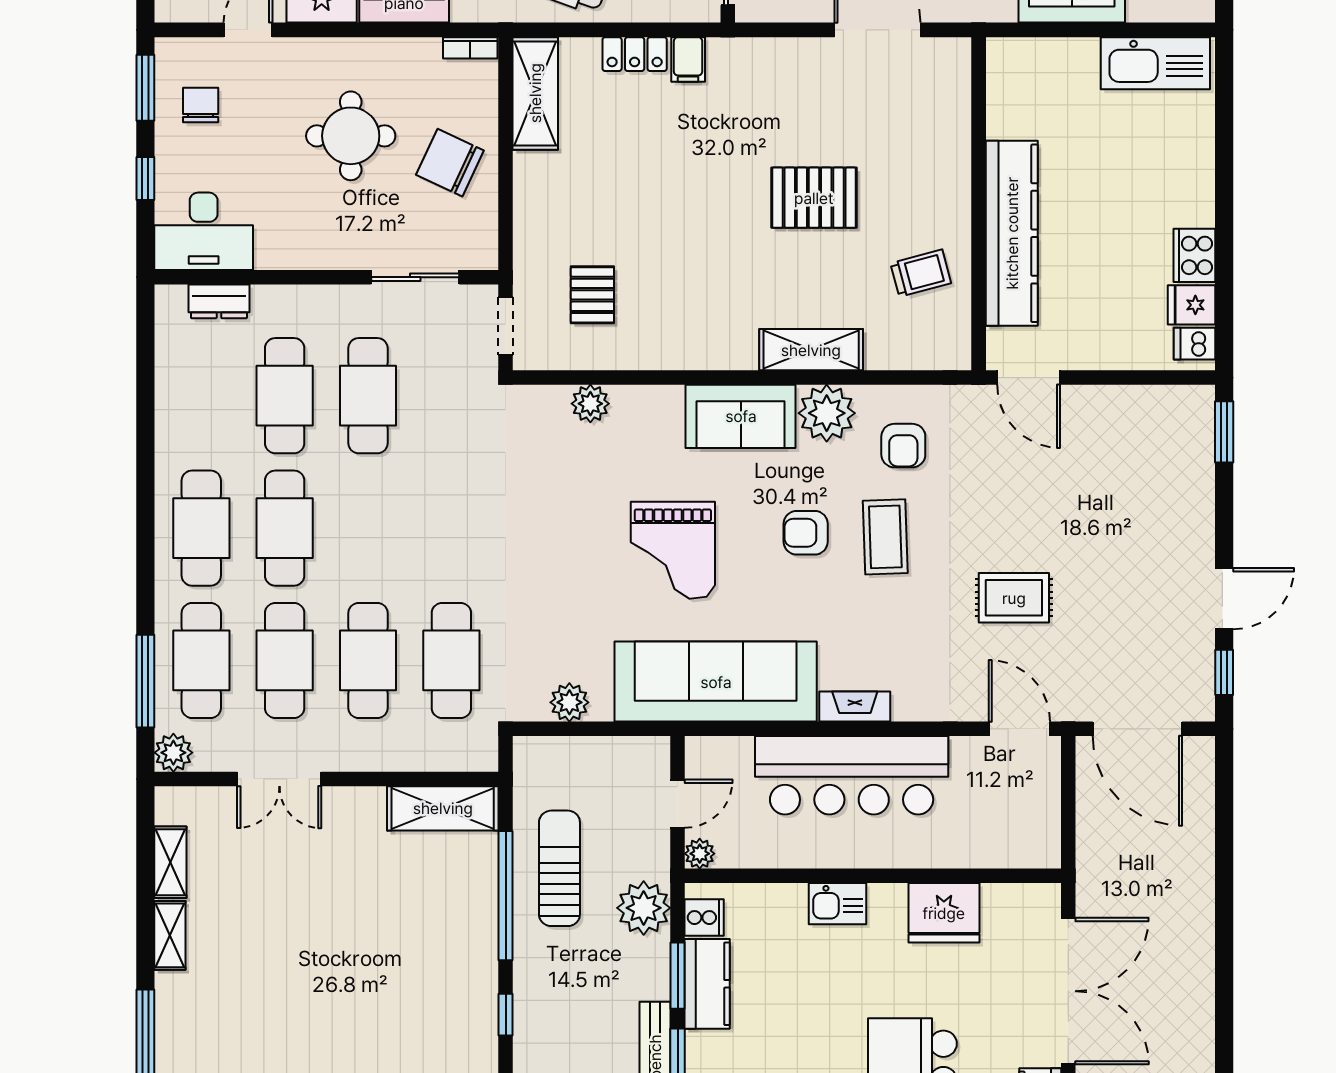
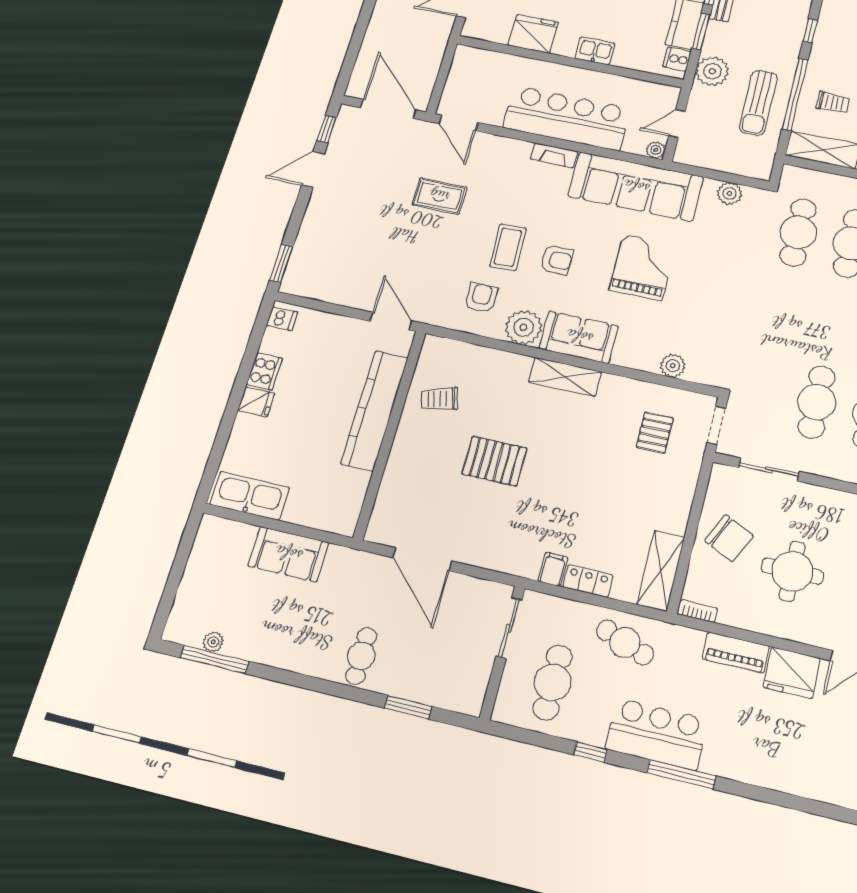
fridge: (1192, 305) -> (256, 402), moved
shelving: (811, 350) -> (565, 377), moved
plant: (700, 854) -> (656, 150), moved
trolley: (444, 894) -> (833, 102), added

